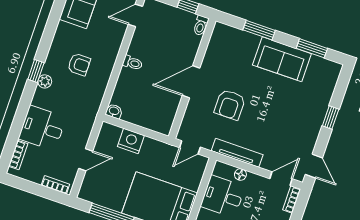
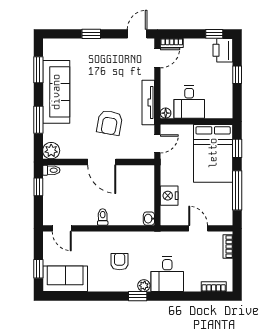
plant: (222, 32) -> (51, 151), added
sofa: (282, 59) -> (56, 92), width x1.36
armchair: (230, 105) -> (110, 123), turned 100
desk: (42, 128) -> (167, 274), moved
door: (190, 147) -> (157, 144), hinge flipped
floor lamp: (240, 175) -> (166, 113), moved
door: (281, 179) -> (157, 58), swing flipped

